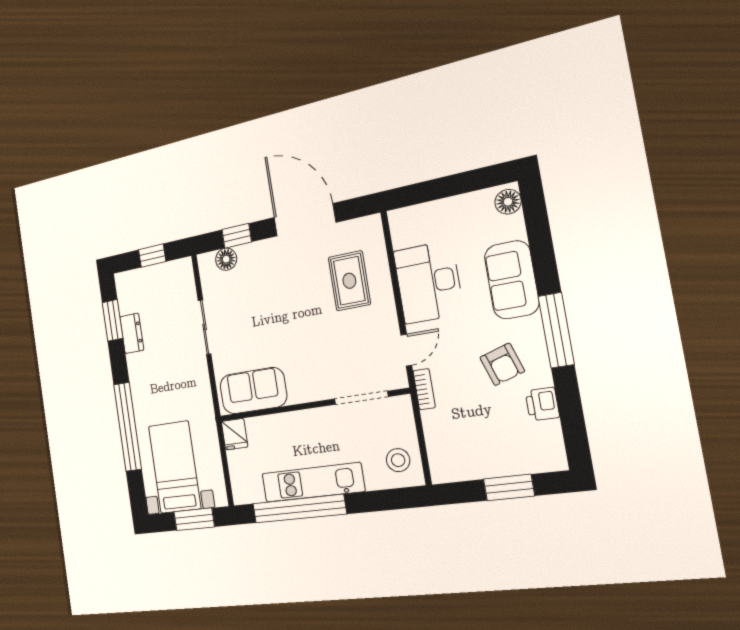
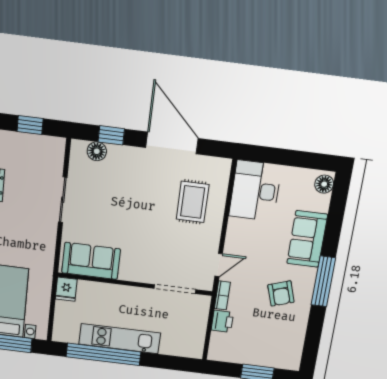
desk: (428, 282) -> (255, 191), moved
printer: (542, 404) -> (222, 321), moved, turned 180
stool: (398, 460) -> (188, 338), removed

